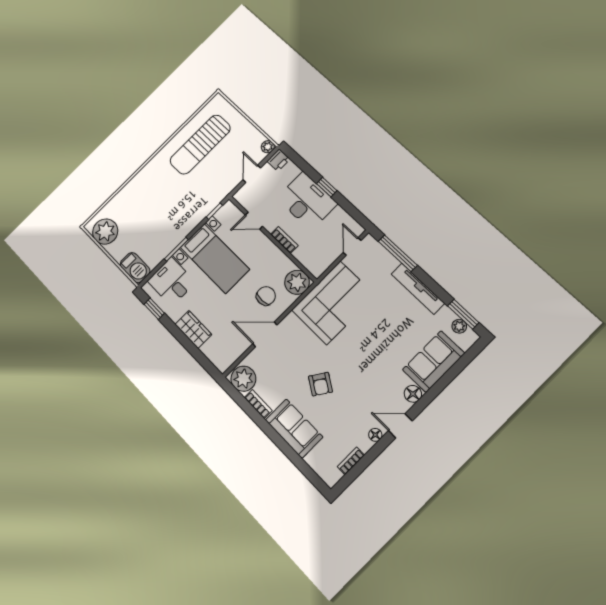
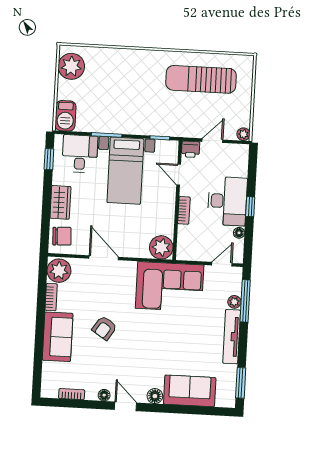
printer: (279, 160) -> (191, 149), moved
floor lamp: (339, 213) -> (239, 233), added
chair: (266, 296) -> (62, 236), moved
plant: (459, 326) -> (234, 302), moved

